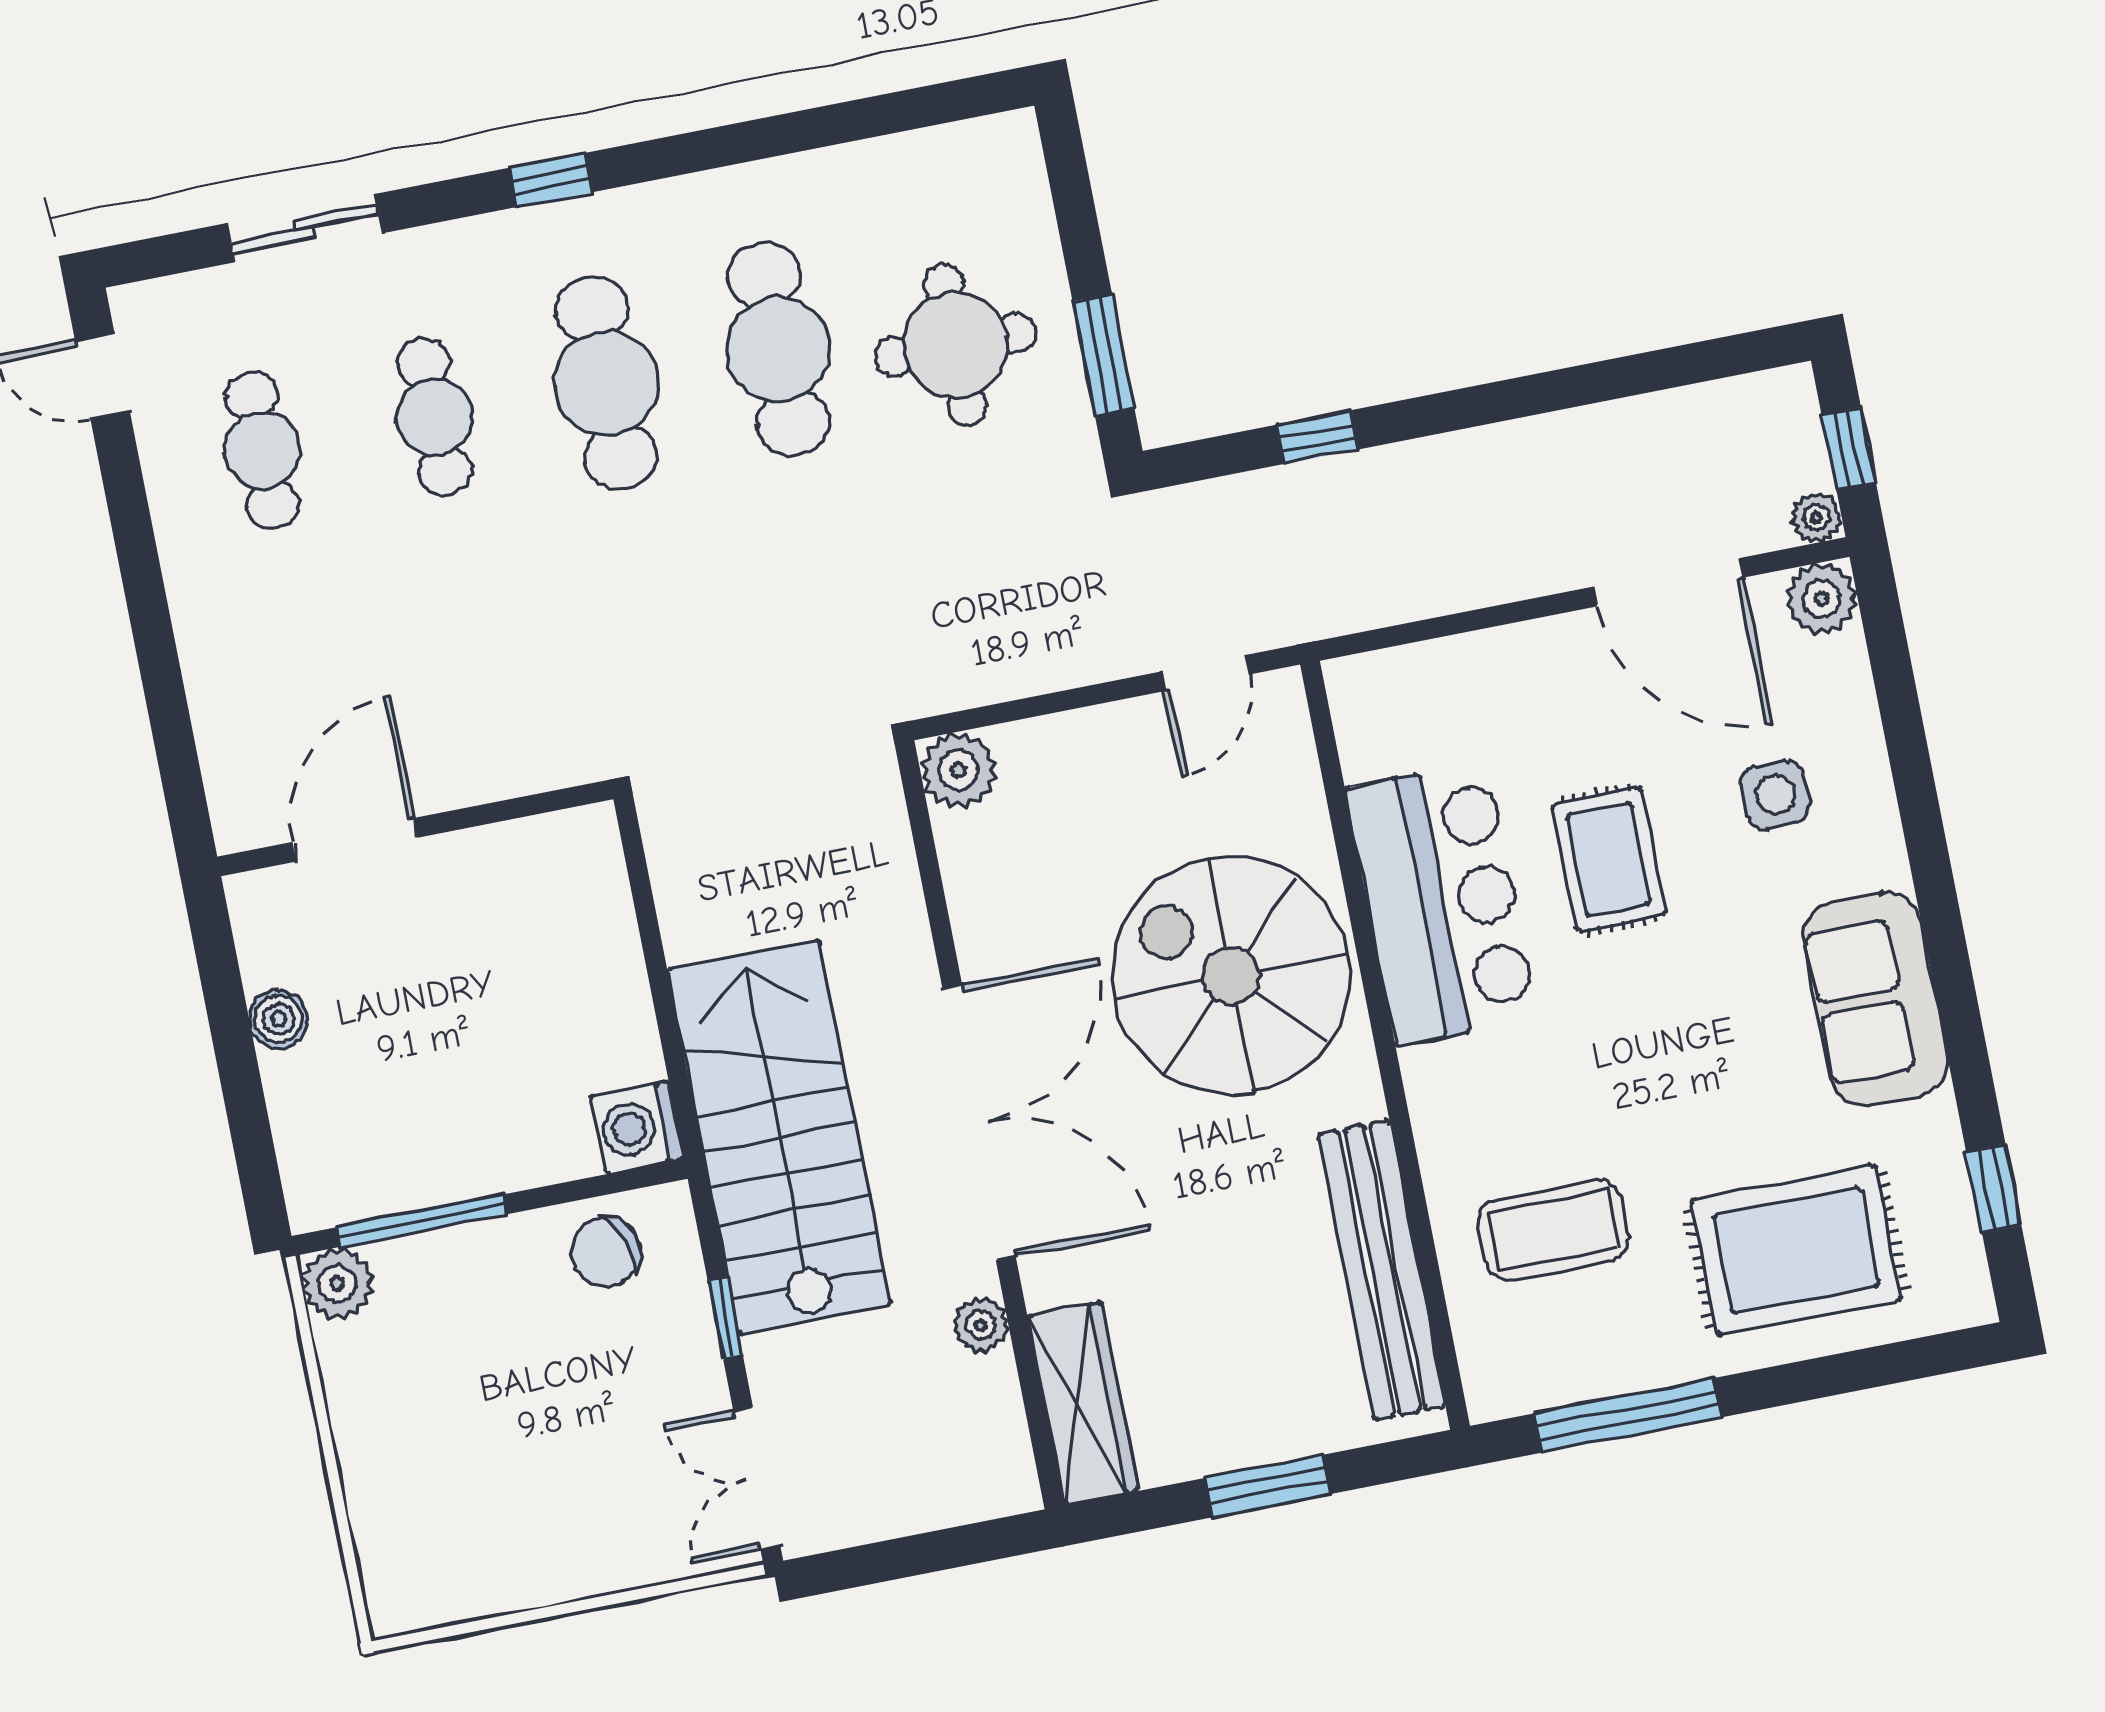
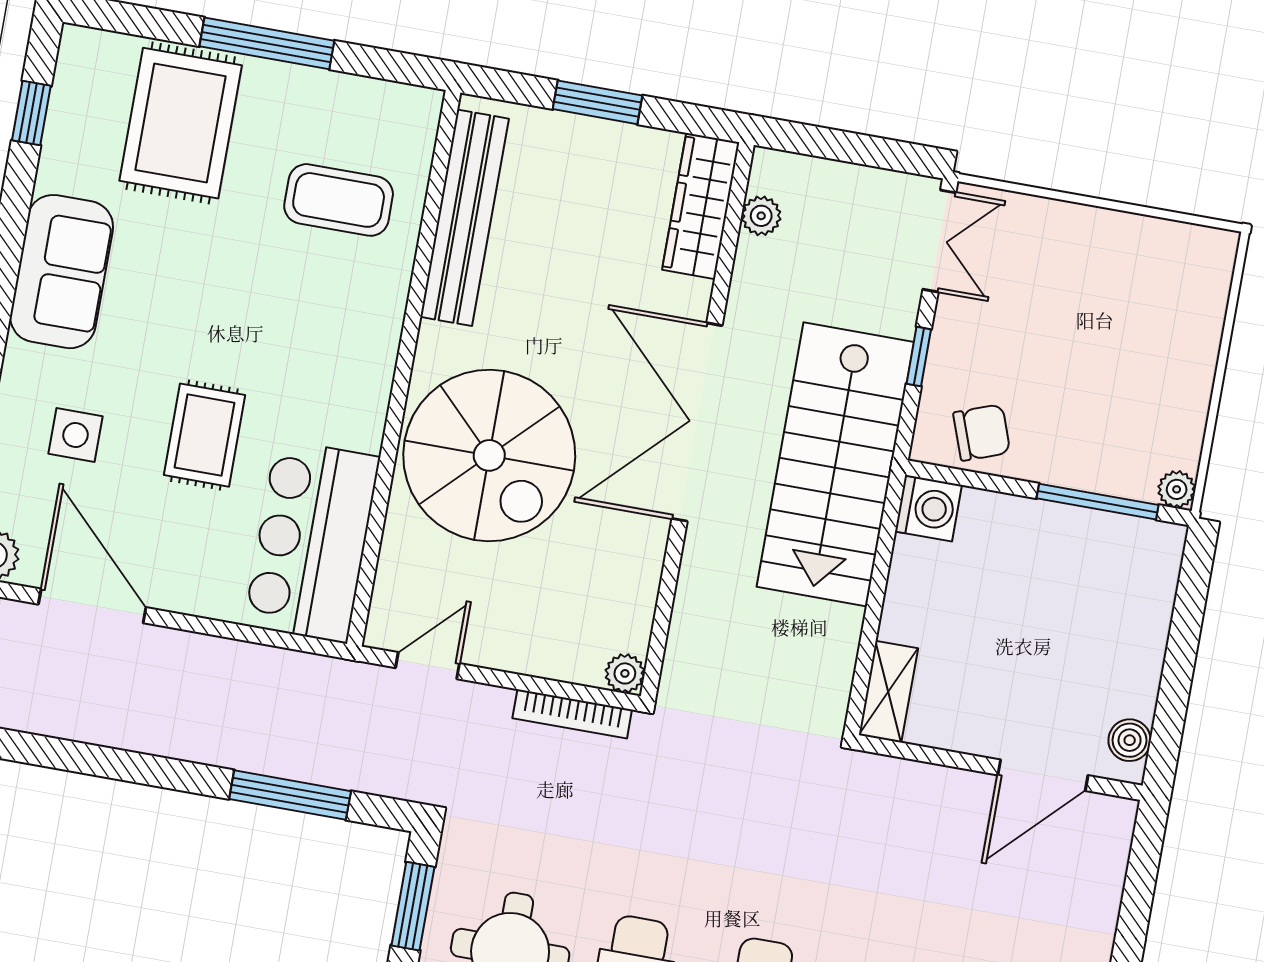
window: (1318, 437) -> (290, 795), width x2.17
bookcase: (994, 683) -> (572, 714), added
plant: (958, 770) -> (625, 673), width x0.73, depth x0.73
shelving: (597, 870) -> (888, 692), added
bar counter: (1442, 903) -> (312, 541), moved
boiler: (279, 1019) -> (1130, 740), moved
rug: (1796, 1250) -> (181, 123), turned 90
plant: (337, 1284) -> (1177, 489), width x0.73, depth x0.73
plant: (981, 1325) -> (761, 216), moved
window: (1628, 1415) -> (267, 43), moved

